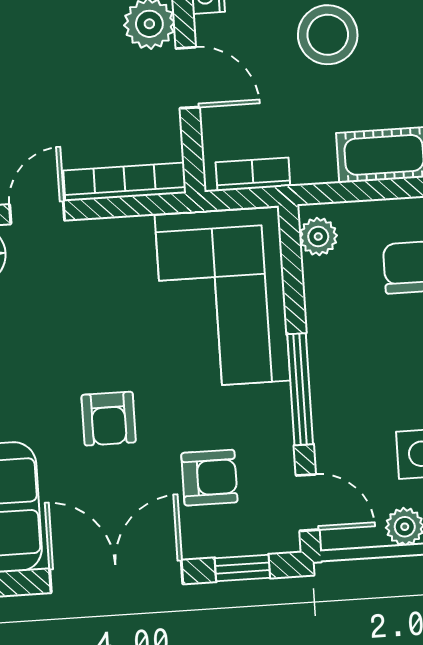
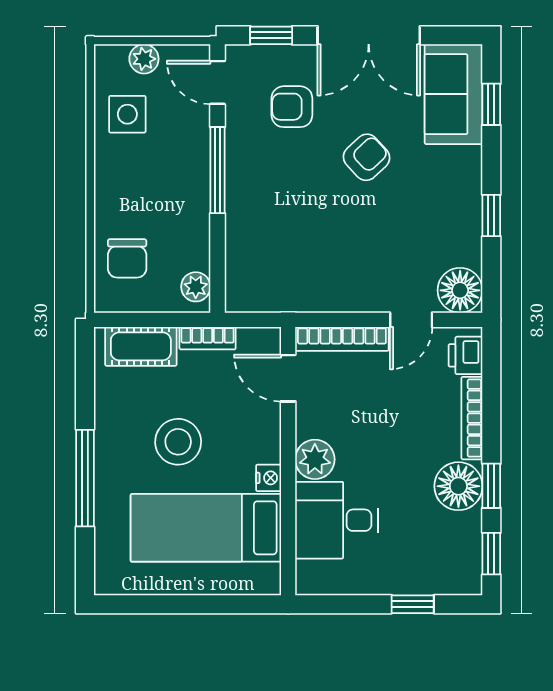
door: (188, 78) -> (288, 378), moved
bookcase: (253, 174) -> (208, 338), moved
corner sofa: (223, 298) -> (273, 245), removed
armchair: (109, 419) -> (367, 157), turned 47

